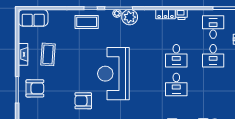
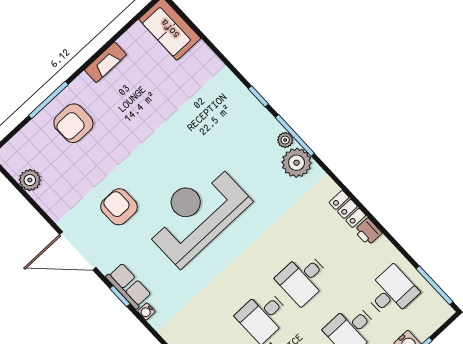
coffee table: (87, 22) -> (234, 109), removed
coffee table: (48, 54) -> (138, 97), removed
armchair: (35, 88) -> (73, 123), turned 90

